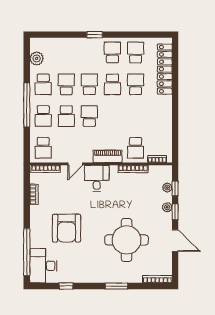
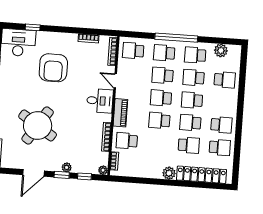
window: (95, 35) -> (240, 109), removed
school desk: (66, 53) -> (225, 80), added
school desk: (66, 84) -> (194, 78), turned 180
school desk: (89, 84) -> (192, 100), turned 180
plant: (166, 102) -> (169, 173), added
school desk: (89, 116) -> (161, 98), turned 180
school desk: (112, 116) -> (159, 120), added
plant: (167, 188) -> (103, 170), moved
armchair: (66, 228) -> (53, 68), turned -90
round table: (127, 240) -> (38, 125), turned 33
window: (27, 252) -> (33, 27), width x0.32

